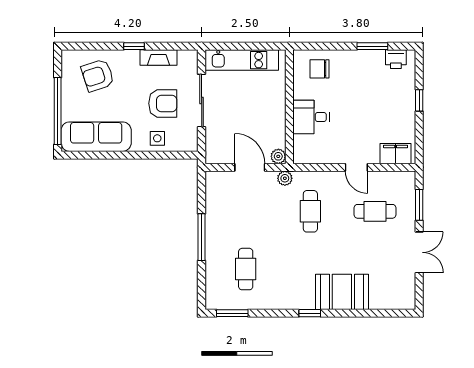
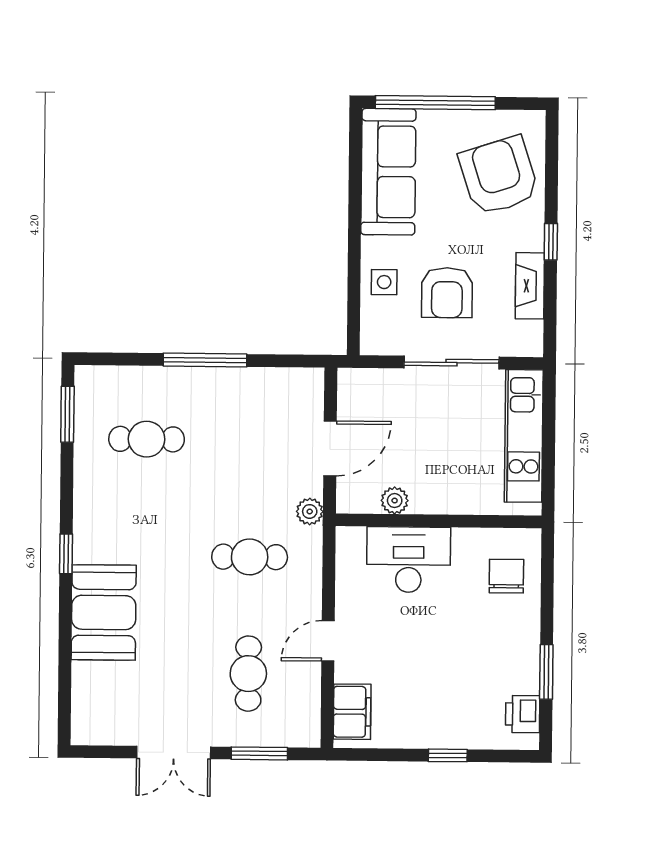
armchair: (98, 75) -> (499, 176), width x1.36, depth x1.36
desk: (311, 117) -> (408, 560), width x1.37
plant: (278, 156) -> (395, 501), moved

